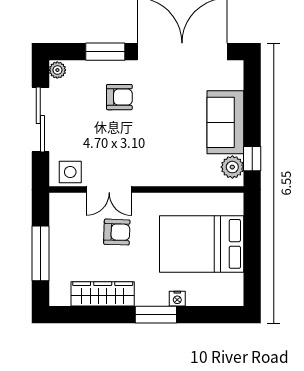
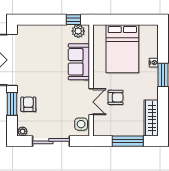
armchair: (119, 97) -> (28, 104), moved
sofa: (225, 122) -> (79, 62), moved, turned 90
armchair: (117, 232) -> (116, 97), turned 88
wardrobe: (103, 294) -> (151, 118), moved

